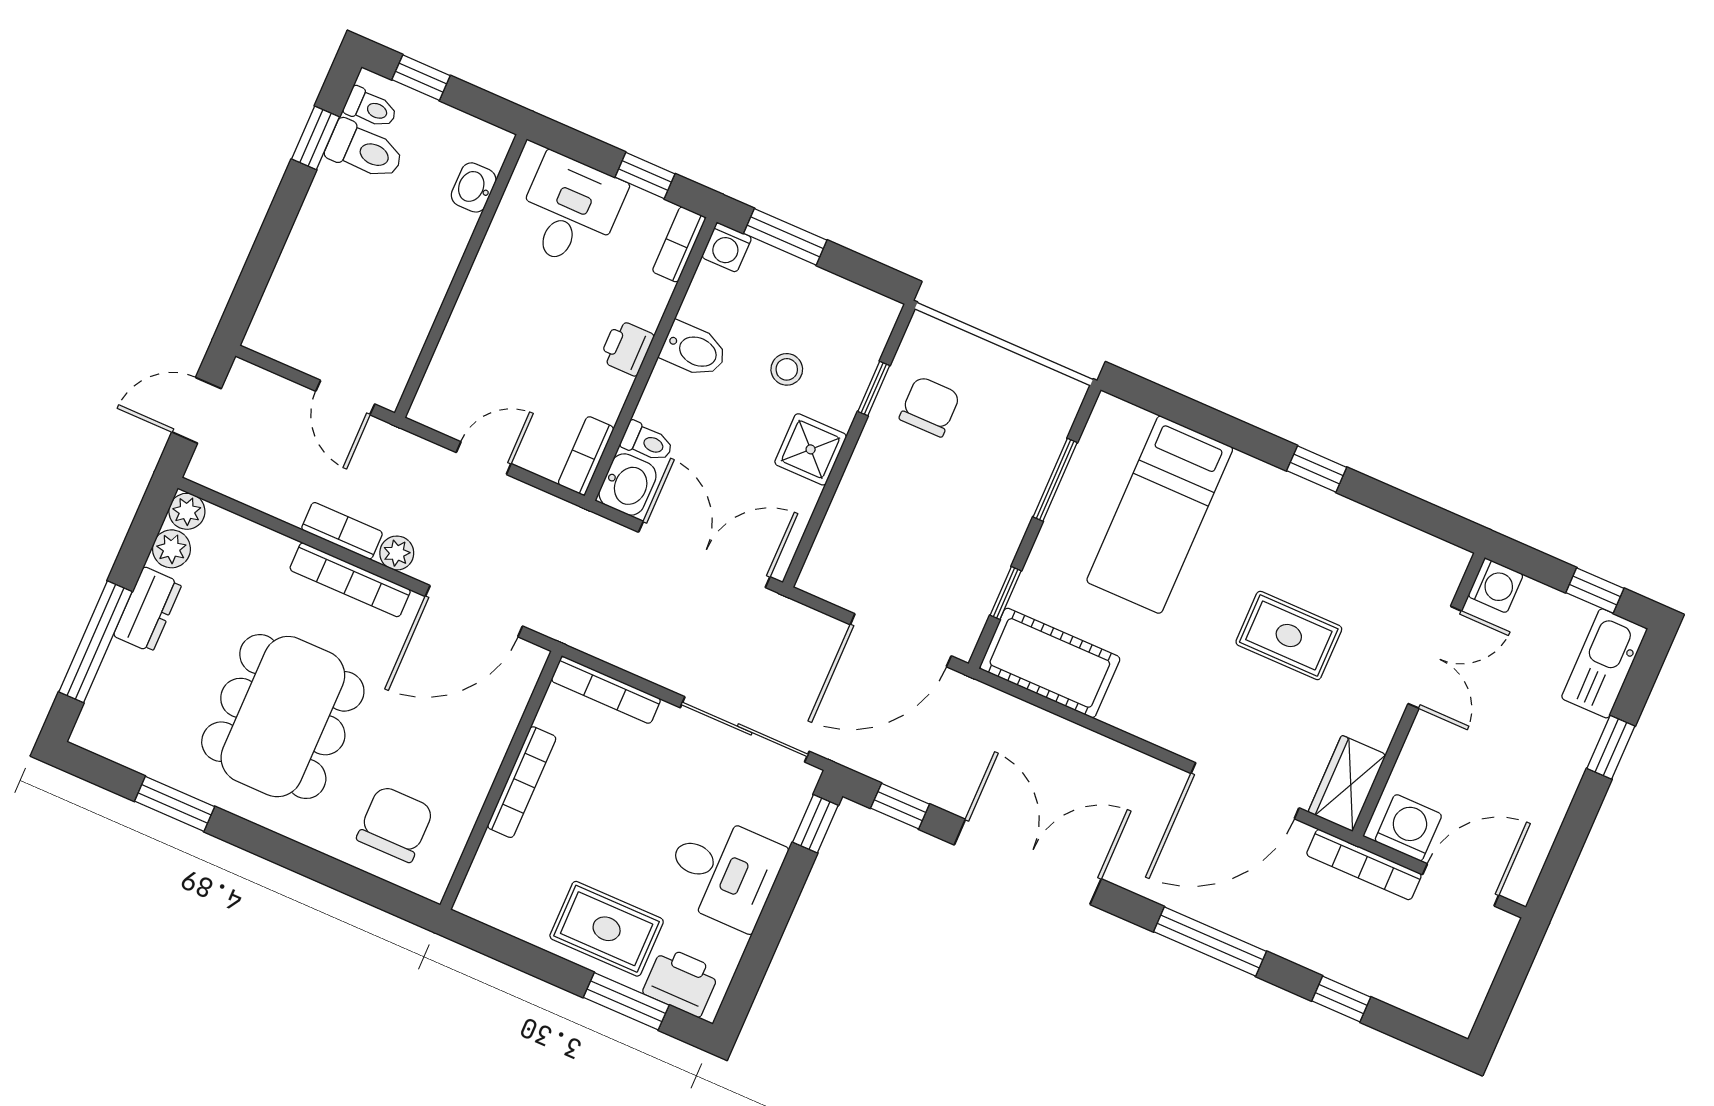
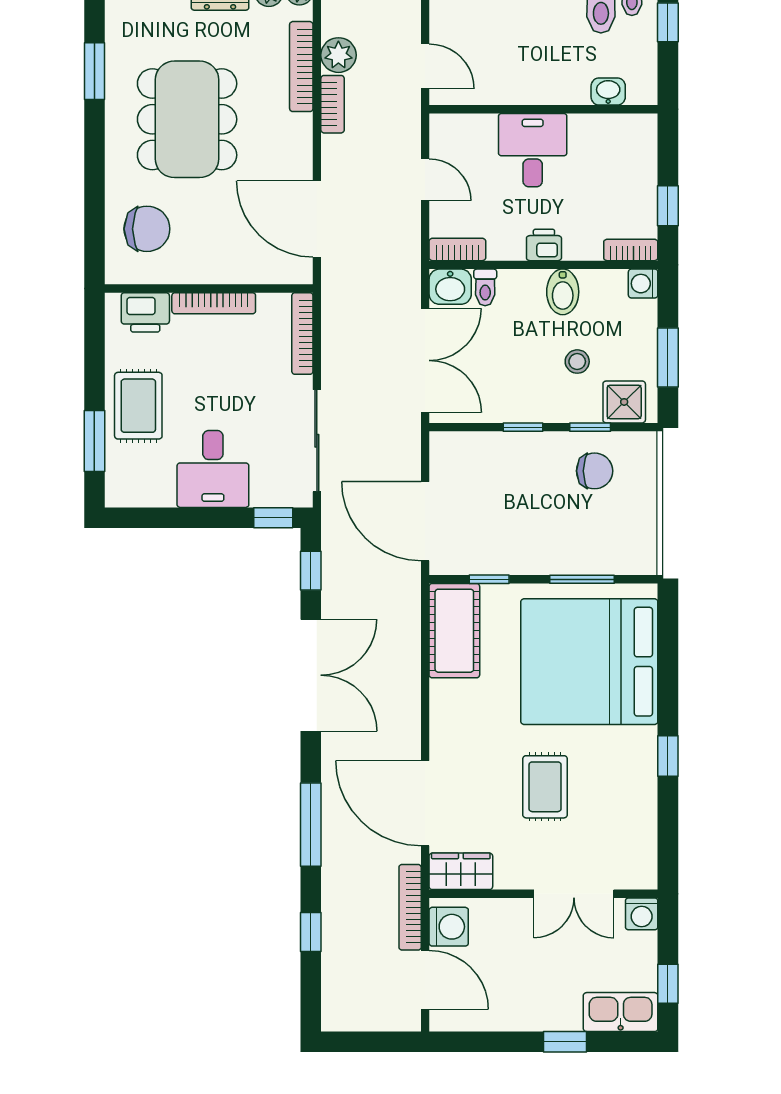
desk: (570, 211) -> (533, 150), moved, turned -90
window: (785, 237) -> (668, 358), moved
door: (345, 398) -> (425, 66), swing flipped
shower: (811, 449) -> (624, 402), moved
window: (838, 471) -> (523, 427), added
bed: (1160, 515) -> (589, 662), width x2.04
plant: (397, 553) -> (338, 55), moved, width x1.38, depth x1.38
bookcase: (350, 580) -> (301, 67), moved
dining table: (283, 717) -> (187, 119), turned 90
printer: (681, 982) -> (145, 312), moved, turned 90

